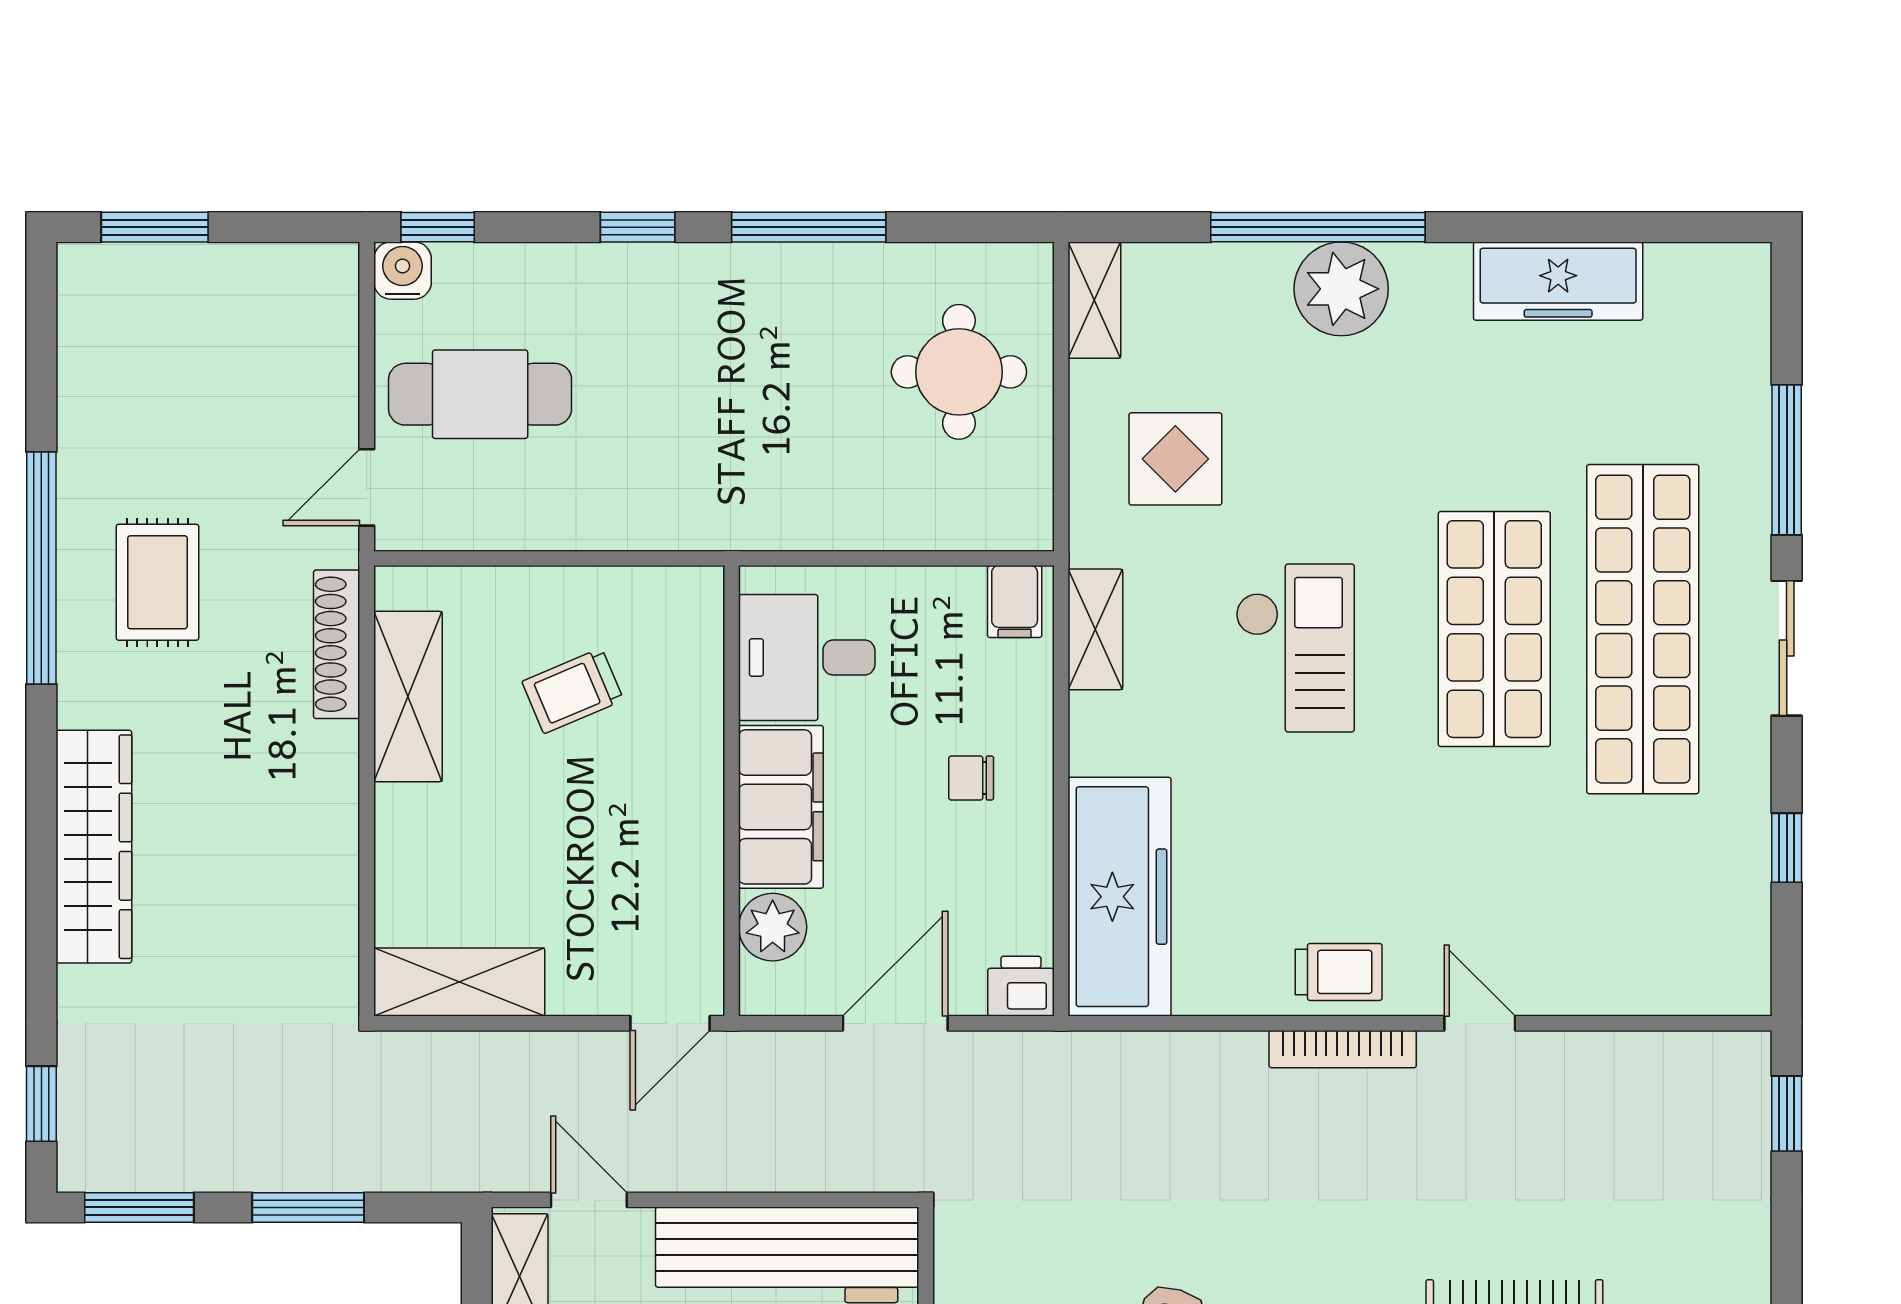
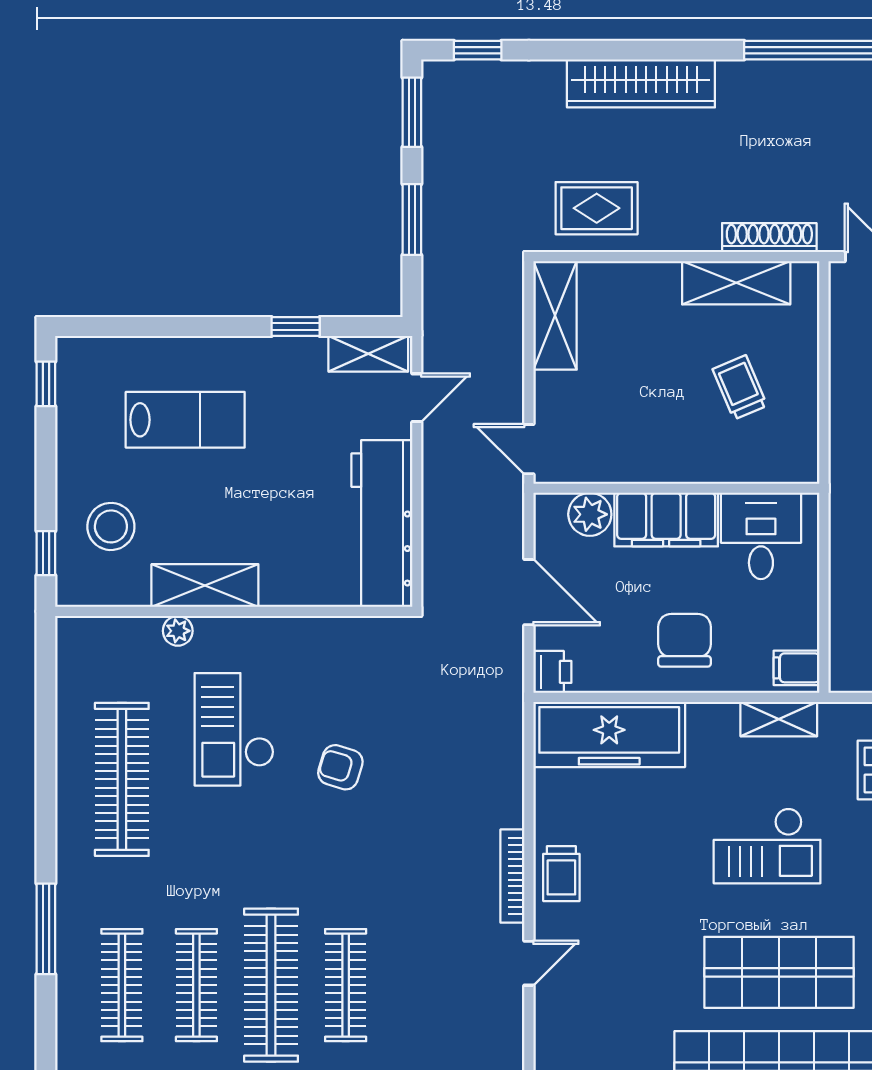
rug: (157, 582) -> (597, 208), moved
chair: (971, 778) -> (684, 640), width x1.87, depth x1.87

